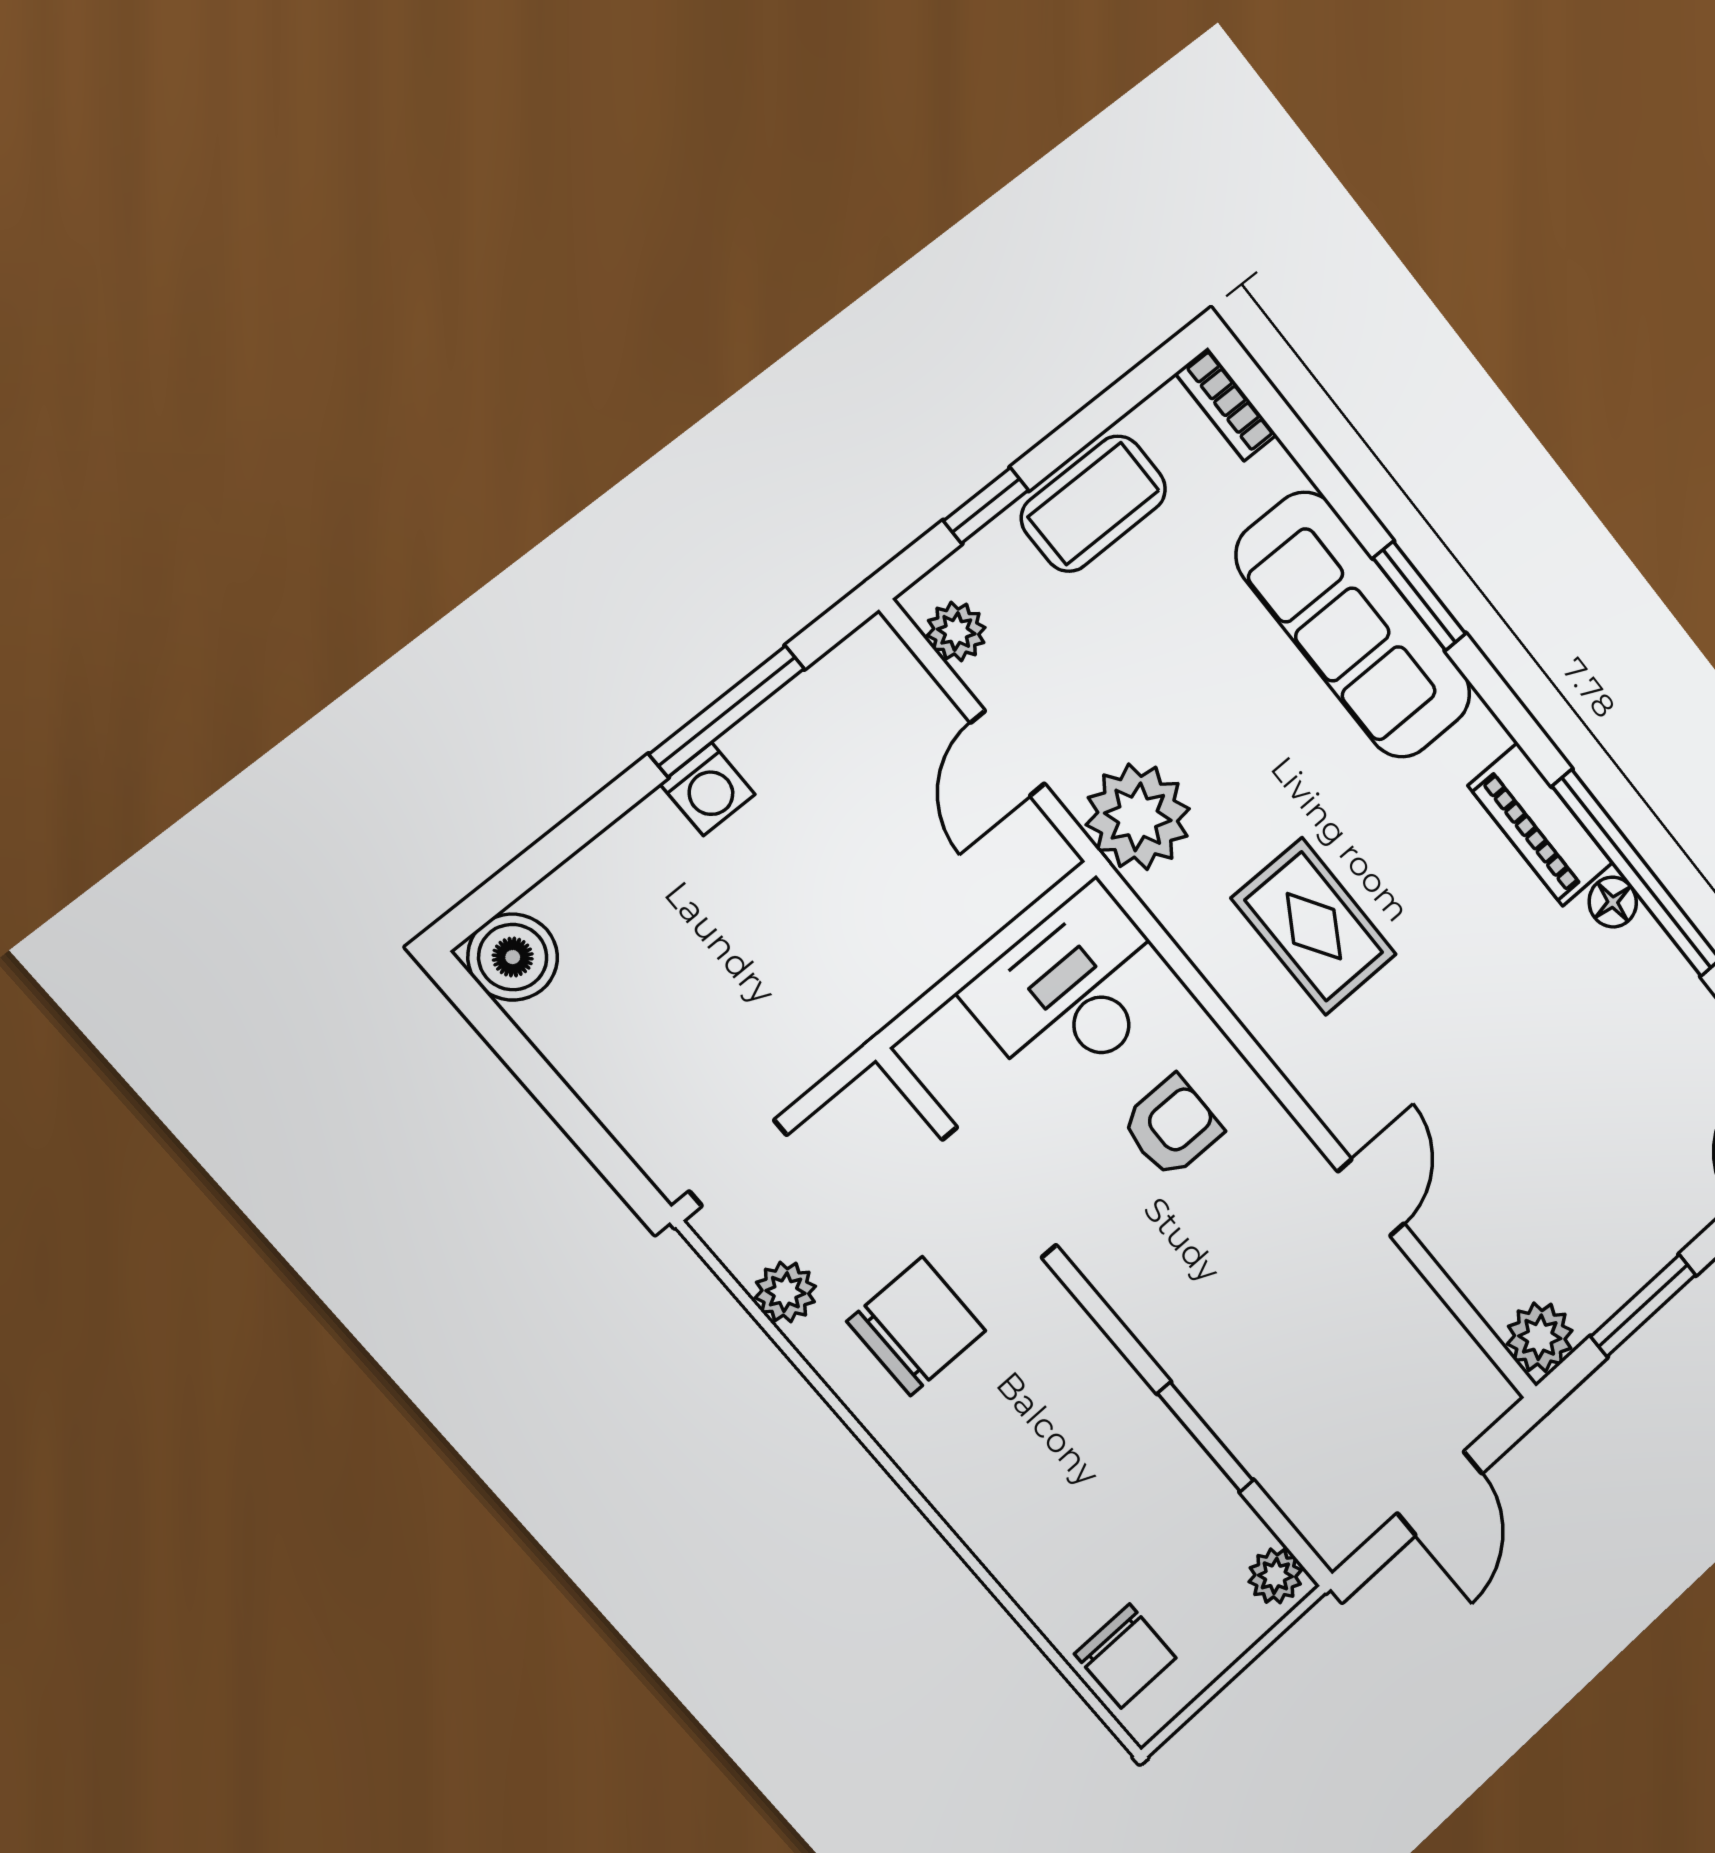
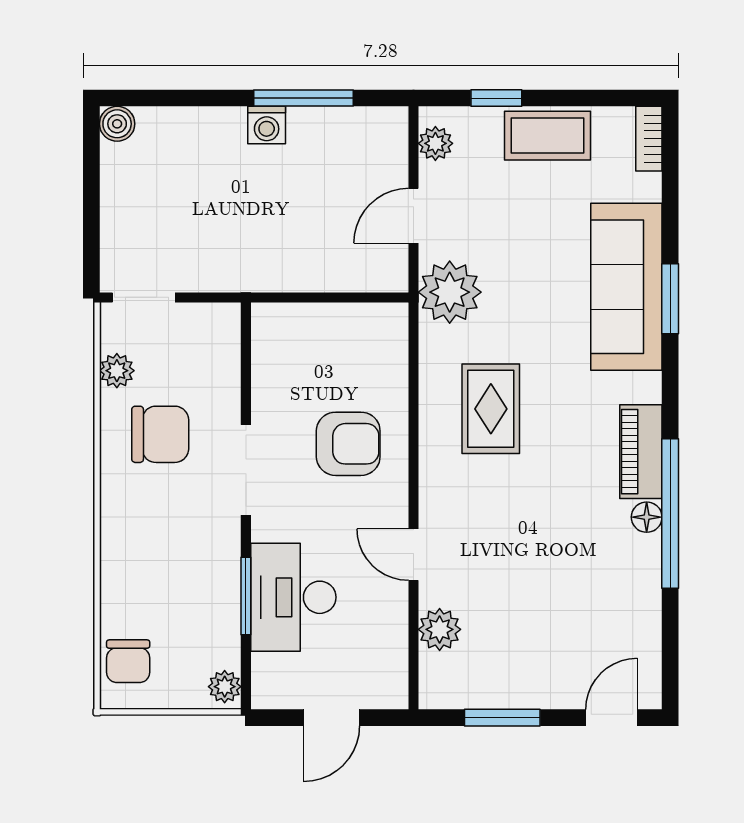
boiler: (513, 957) -> (117, 124), width x0.73, depth x0.73
desk: (1073, 990) -> (293, 597), moved, turned -90
armchair: (1172, 1126) -> (348, 444), width x1.38, depth x1.38
doorway: (999, 1193) -> (246, 470), moved
door: (1371, 1198) -> (413, 555), swing flipped
plant: (1540, 1337) -> (440, 629), moved

